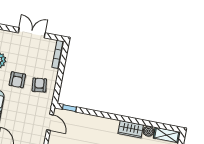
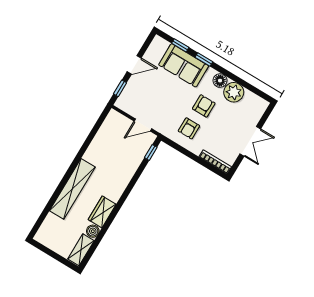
armchair: (17, 80) -> (204, 106), turned 90
armchair: (39, 85) -> (189, 128), turned 97

